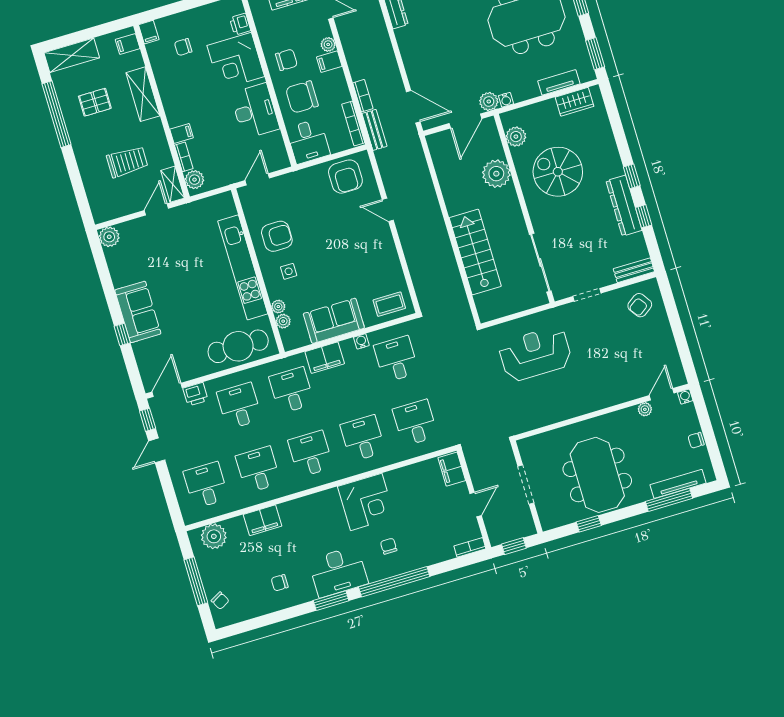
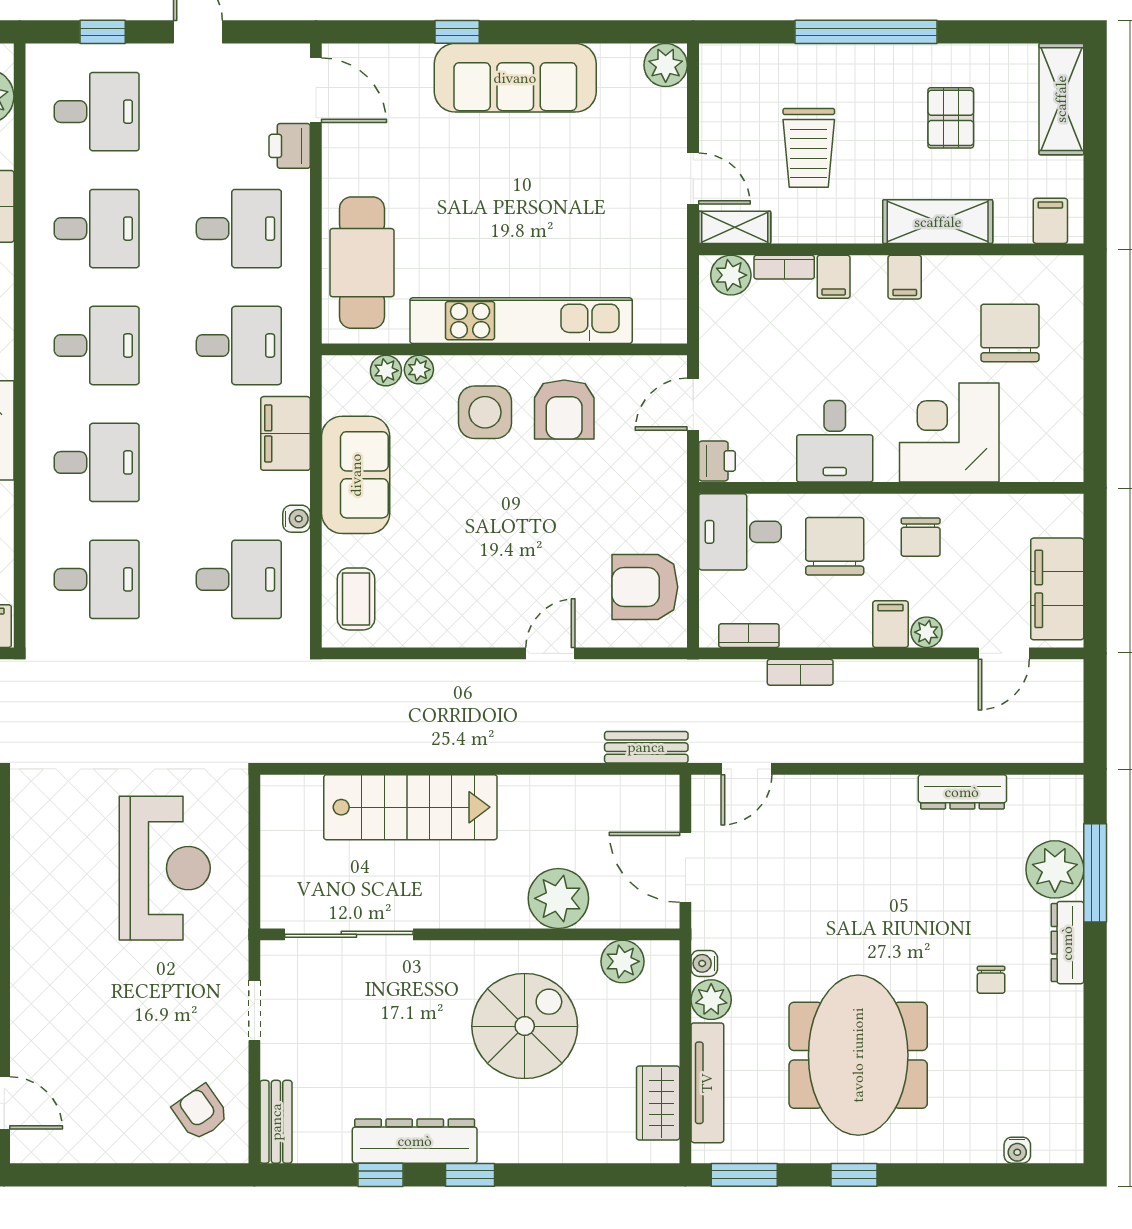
printer: (240, 24) -> (717, 461), moved, turned 90
filing cabinet: (149, 32) -> (905, 277), moved, turned -90
chair: (183, 47) -> (1010, 333), width x1.87, depth x1.87
tv unit: (559, 82) -> (707, 1083), width x1.41
plant: (489, 101) -> (711, 1000), moved
door: (413, 107) -> (747, 769), width x0.73
desk: (255, 111) -> (835, 441), width x0.73
window: (56, 114) -> (866, 32), moved
bookcase: (353, 123) -> (749, 636), width x0.64
bench: (374, 130) -> (646, 747), moved
door: (257, 179) -> (693, 404), swing flipped
side table: (289, 271) -> (485, 412), width x1.87, depth x1.87
sofa: (138, 312) -> (515, 78), width x1.36
window: (148, 420) -> (103, 32), moved

